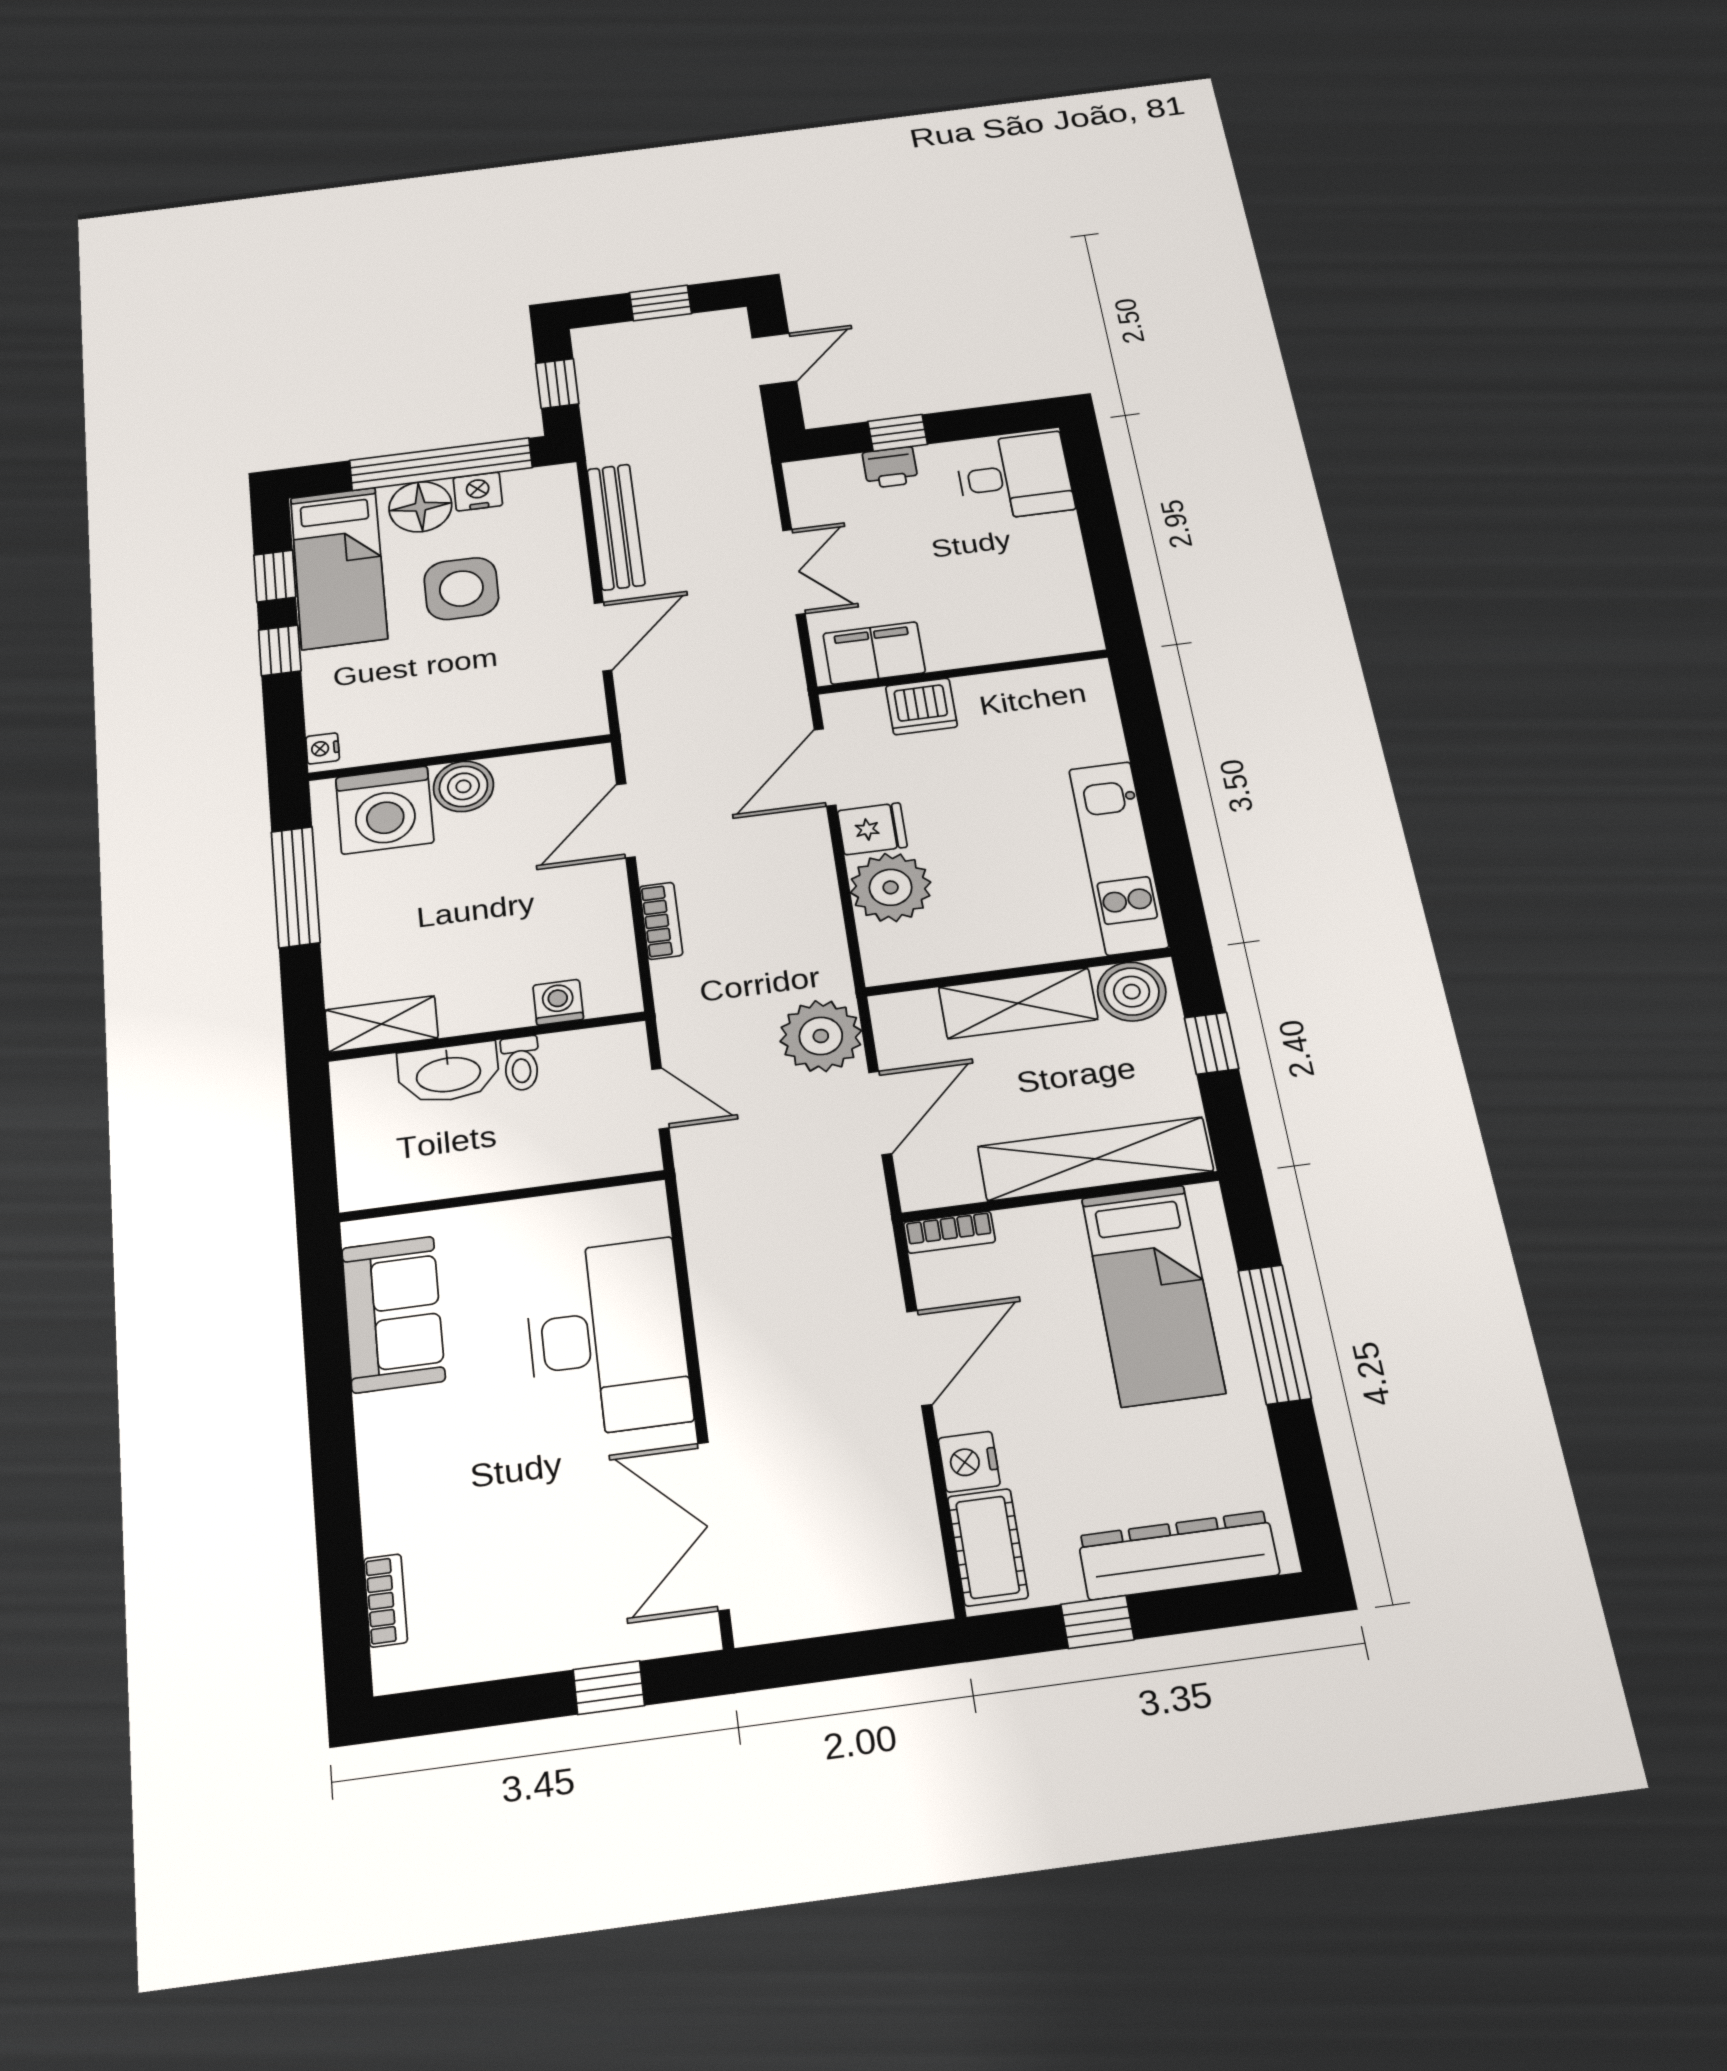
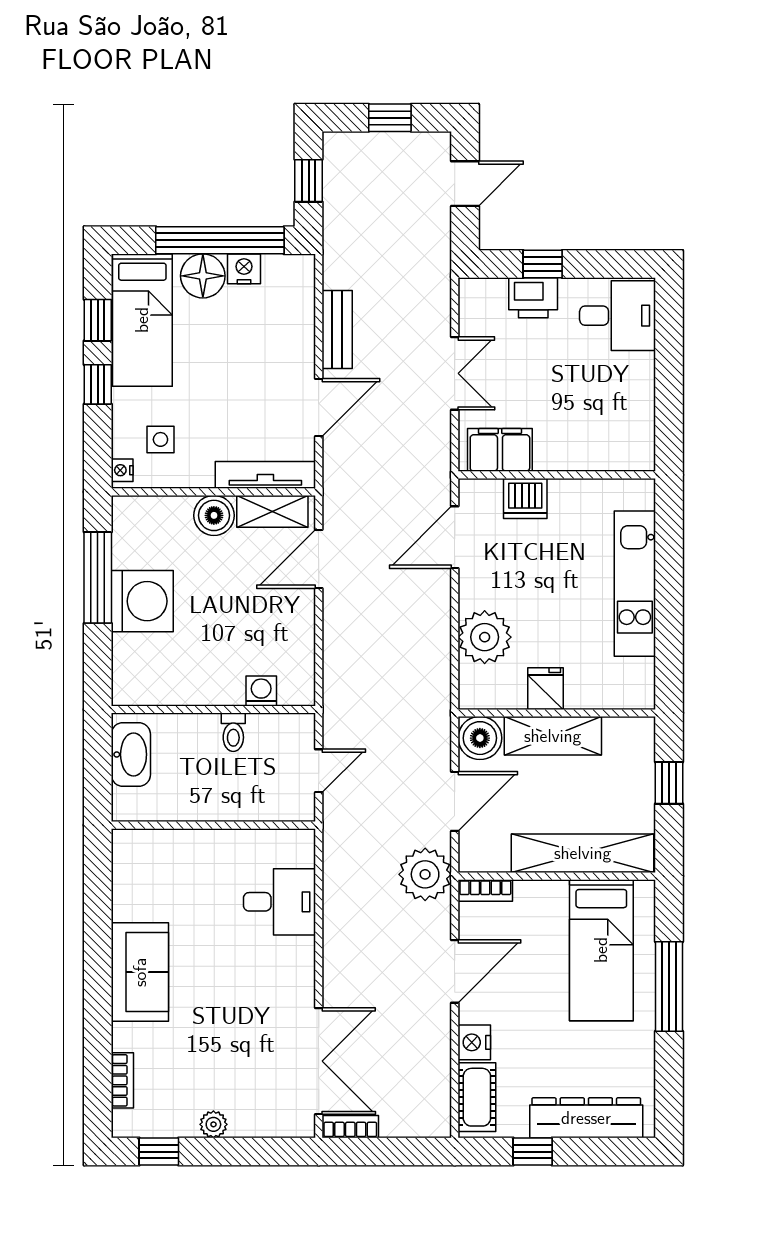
printer: (890, 467) -> (533, 298), width x1.36, depth x1.24
bench: (616, 527) -> (337, 329), width x0.73
side table: (461, 589) -> (160, 439), moved, width x0.54, depth x0.54
tv unit: (534, 727) -> (265, 475), added
washing machine: (385, 810) -> (142, 601), moved, turned -90
fridge: (872, 829) -> (546, 689), moved, turned -90
kitchen unit: (1118, 857) -> (635, 584), moved
bookcase: (661, 921) -> (350, 1127), moved, turned -90
boiler: (1132, 992) -> (480, 738), moved
shelving: (381, 1024) -> (272, 511), moved
plant: (821, 1036) -> (425, 874), moved
washbasin: (448, 1073) -> (131, 754), moved, turned -90
door: (660, 1098) -> (319, 771), hinge flipped
sofa: (393, 1314) -> (140, 972), moved
desk: (607, 1338) -> (279, 902), width x0.53, depth x0.77
double door: (713, 1526) -> (319, 1061), swing flipped
plant: (546, 1651) -> (213, 1124), added
window: (609, 1688) -> (159, 1152), moved

